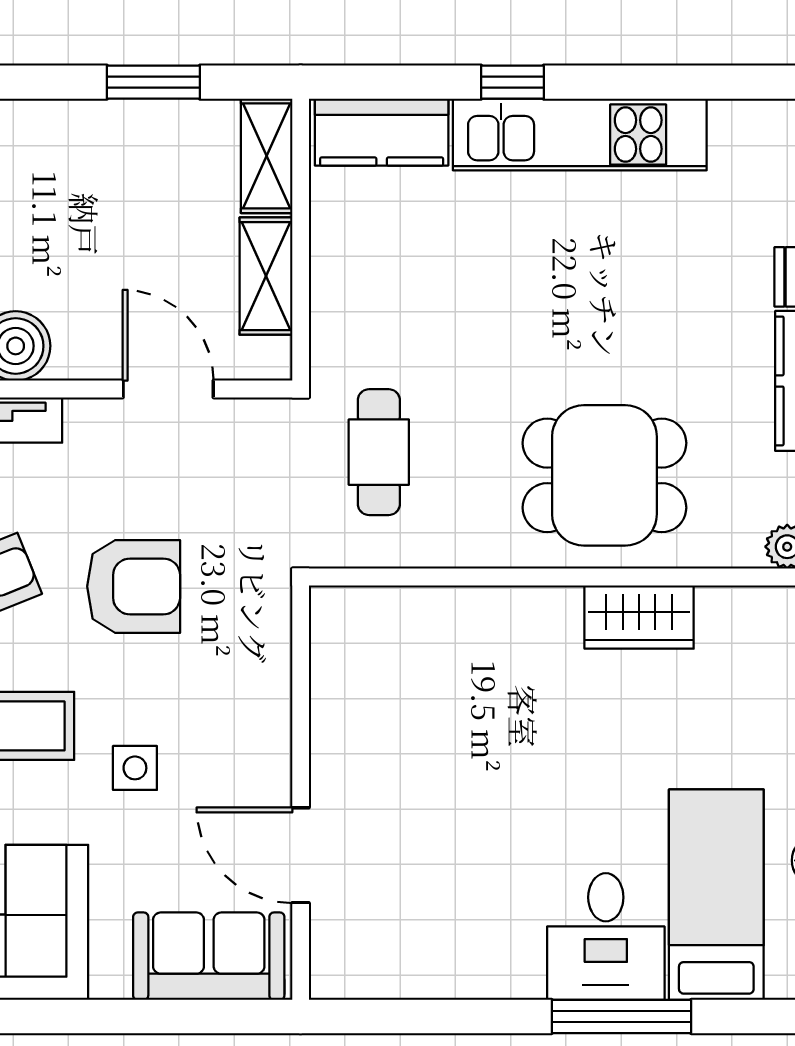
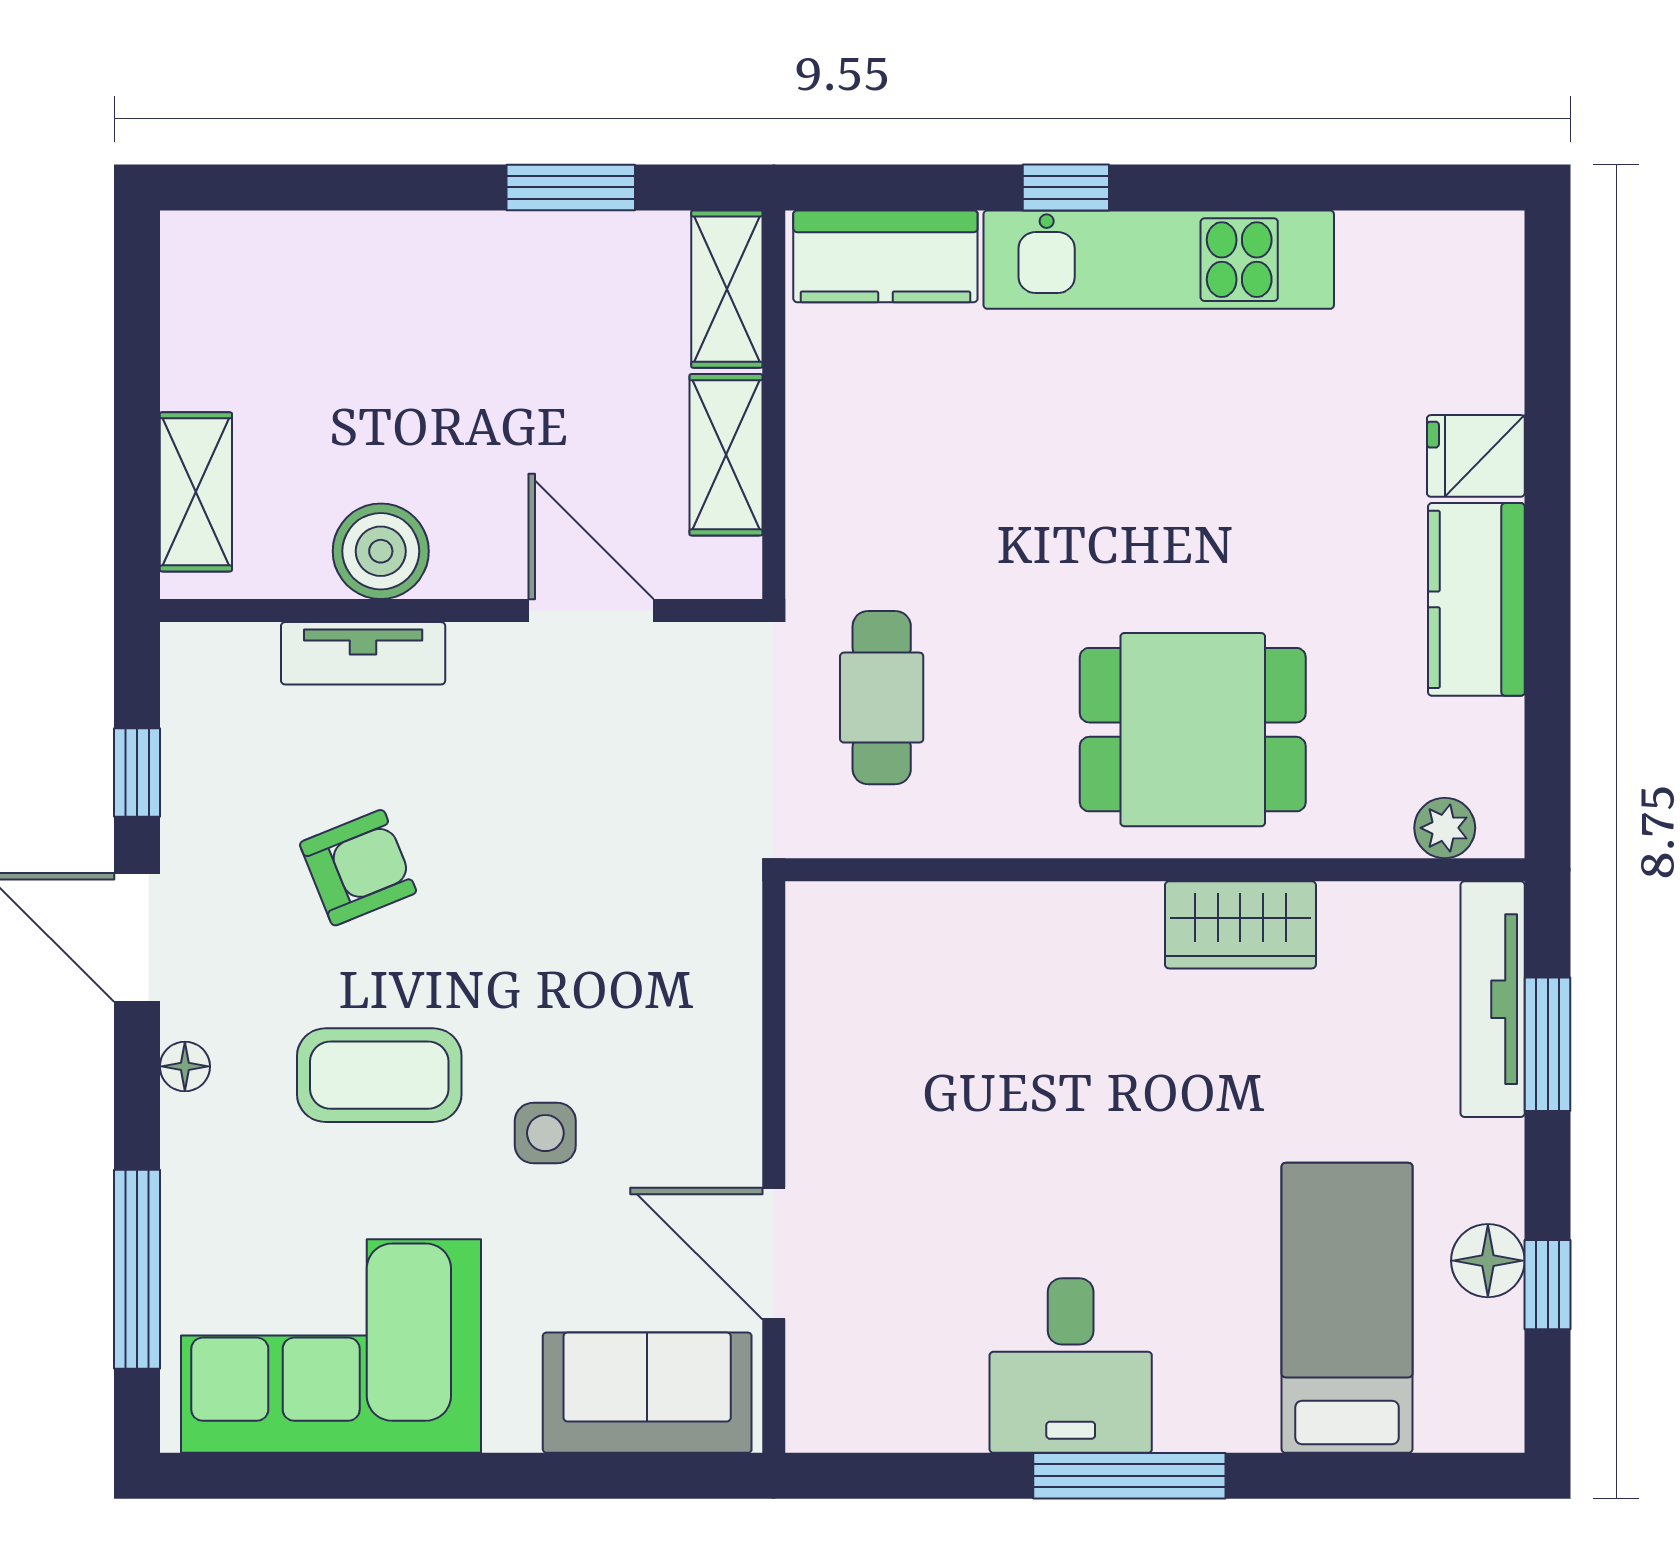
armchair: (134, 586) -> (543, 883), removed
desk: (606, 937) -> (1071, 1366), moved
window: (621, 1017) -> (1129, 1476), moved

